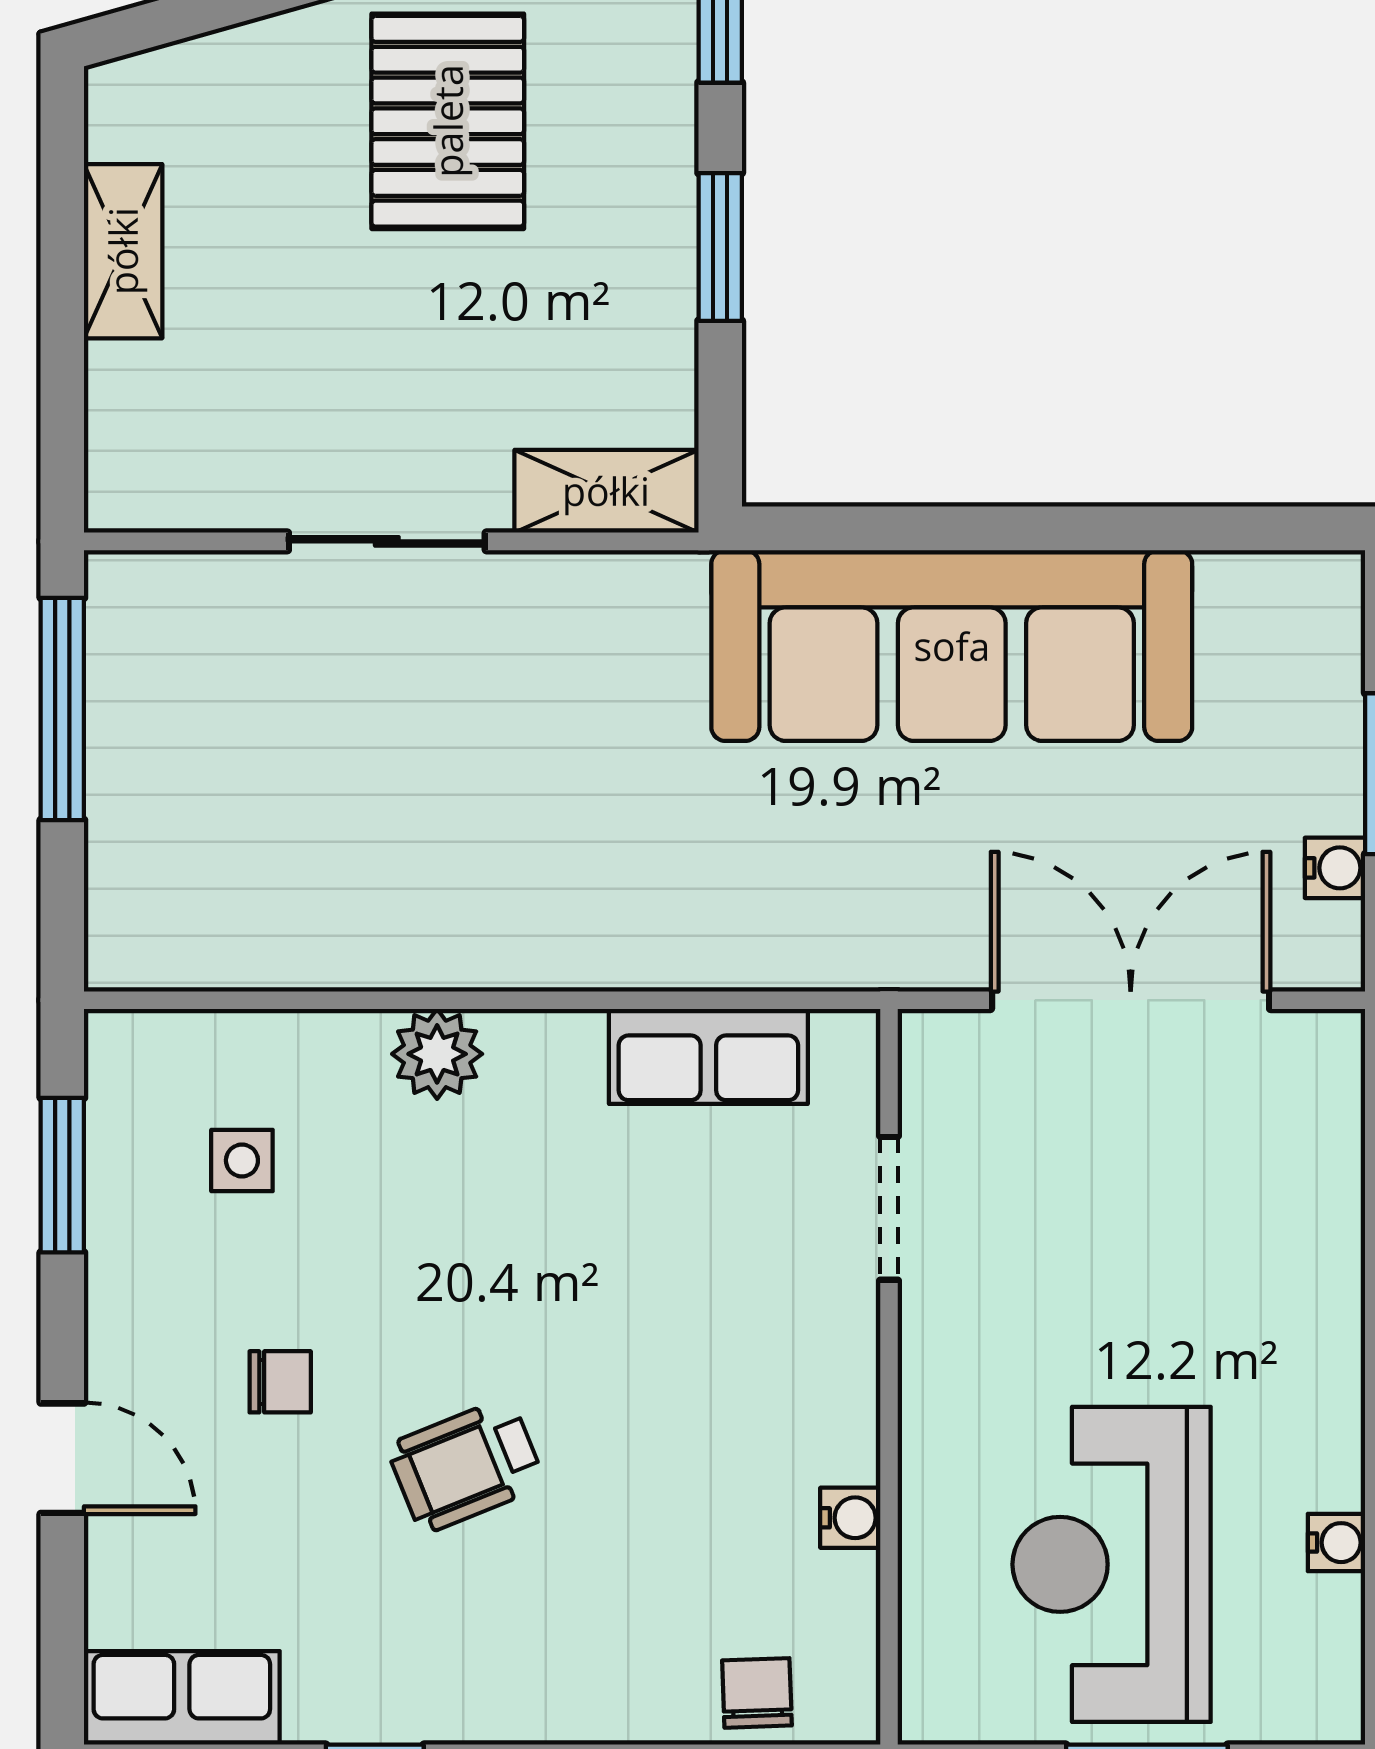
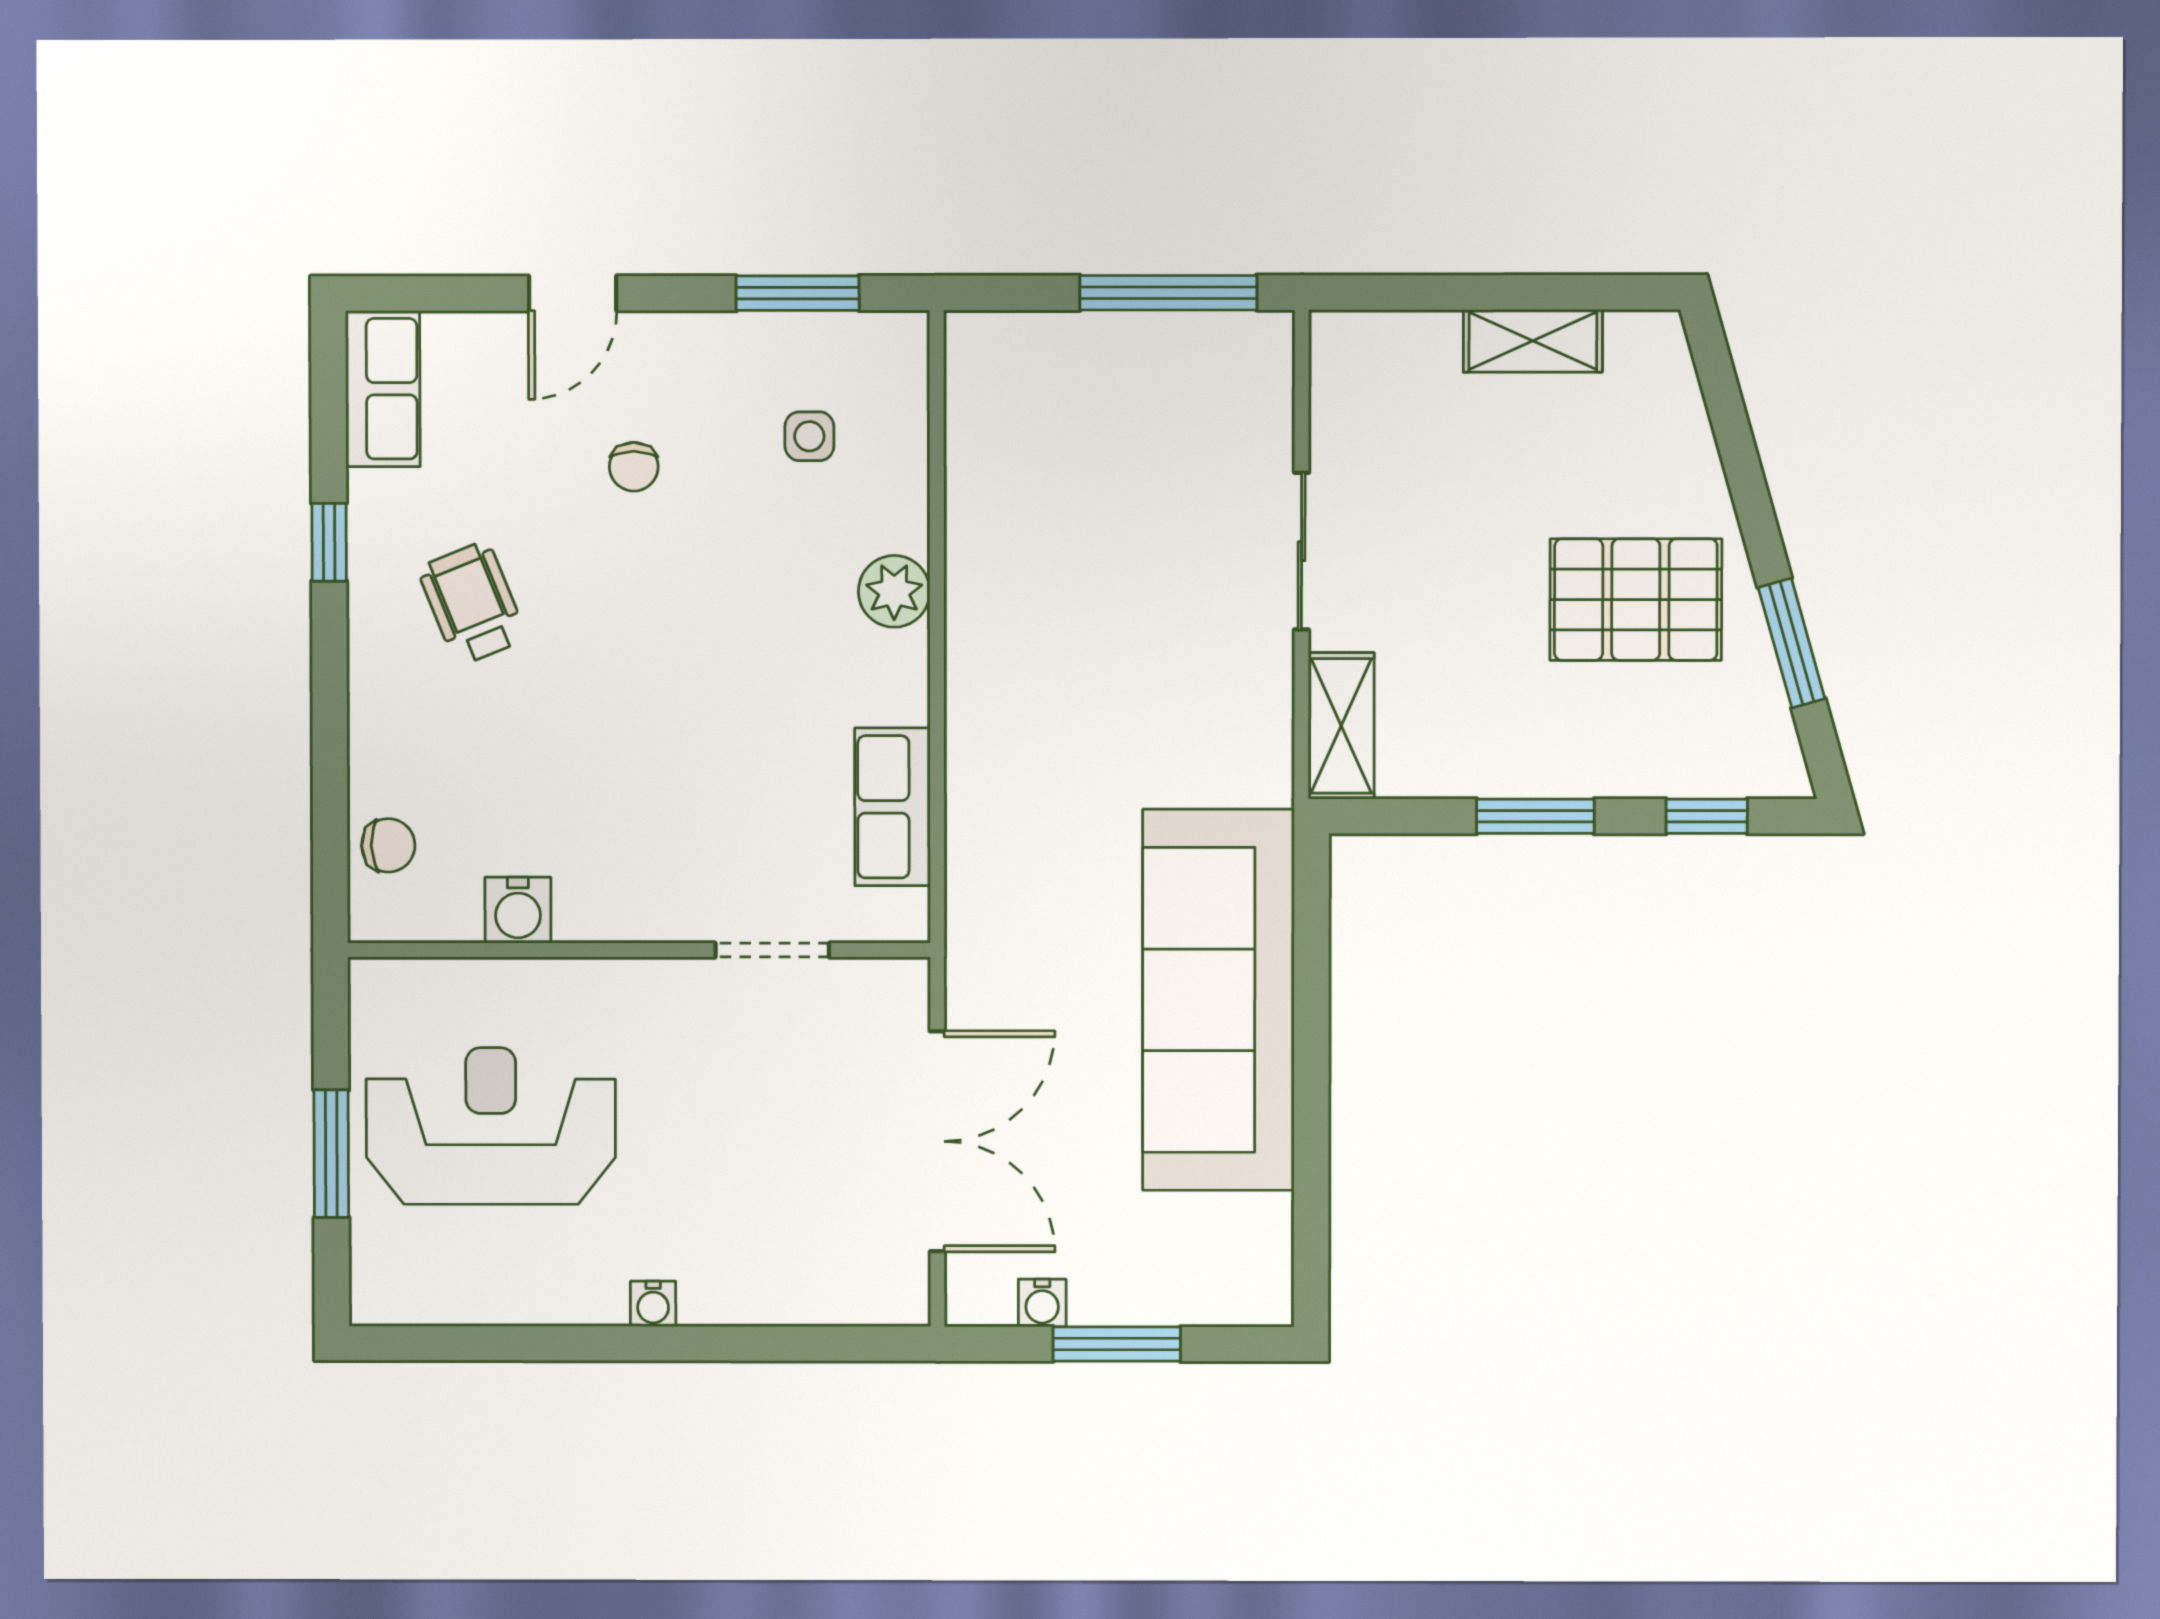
wheelchair: (466, 1465) -> (472, 603), moved
water cooler: (850, 1518) -> (518, 910), width x1.38, depth x1.38
water cooler: (1337, 1543) -> (653, 1304), moved

